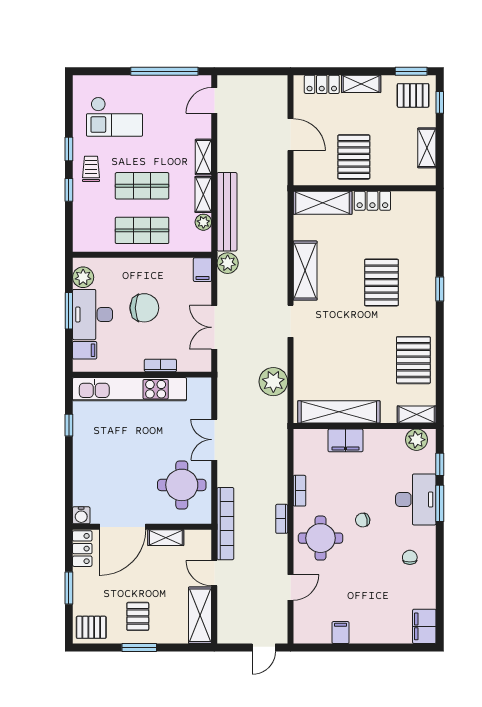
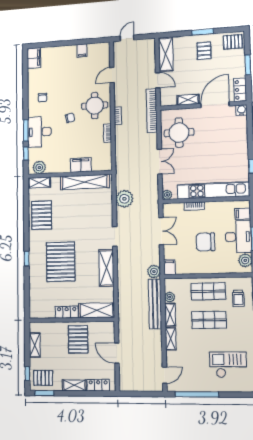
trolley: (91, 169) -> (238, 298), moved
pallet: (381, 282) -> (61, 262), width x1.37, depth x1.41
plant: (204, 385) -> (167, 195), added

